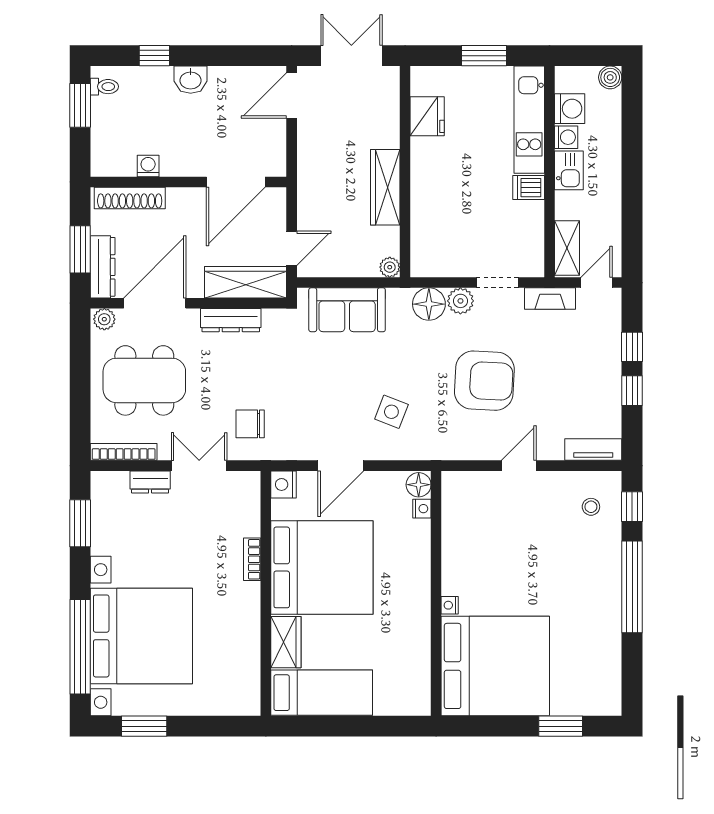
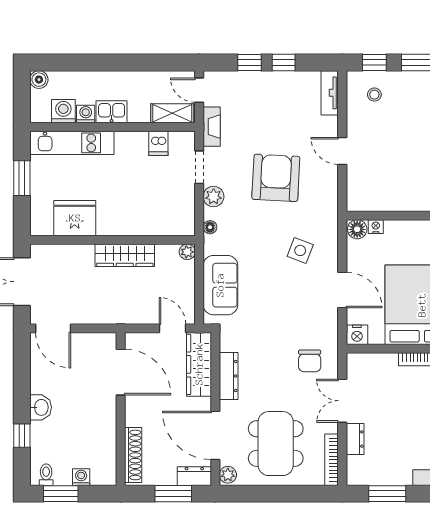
fridge: (427, 116) -> (75, 218), width x1.36, depth x1.34
washing machine: (148, 166) -> (81, 477), moved, turned 90
dishwasher: (529, 188) -> (158, 143), moved
dresser: (103, 267) -> (194, 476), width x0.70
floor lamp: (429, 304) -> (210, 227), width x0.53, depth x0.53

